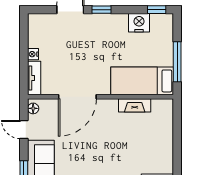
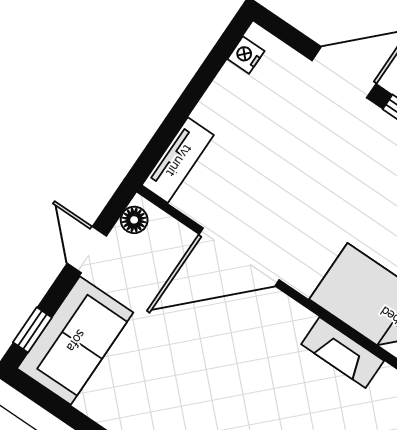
nightstand: (33, 54) -> (246, 55), moved

